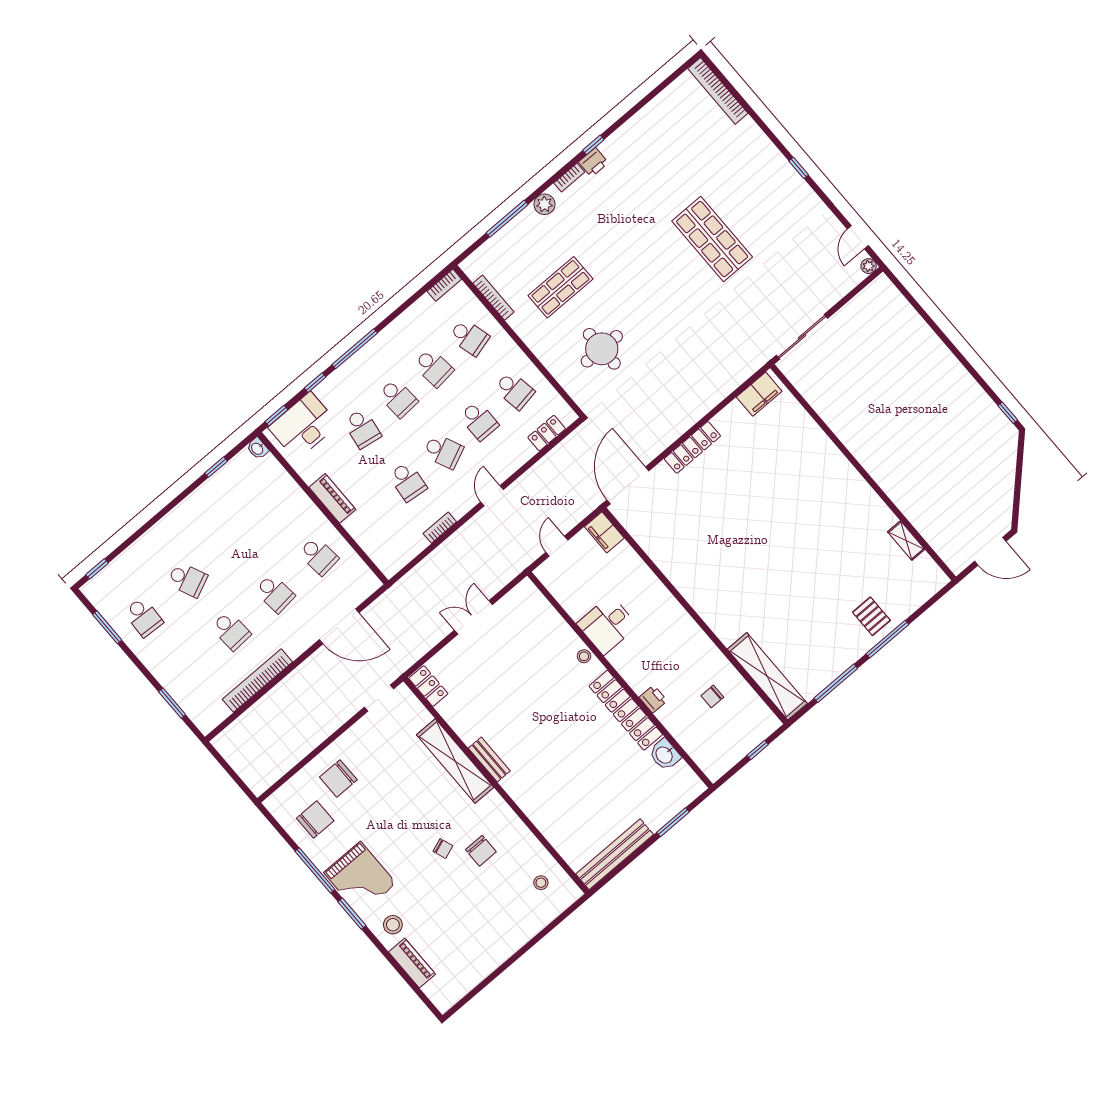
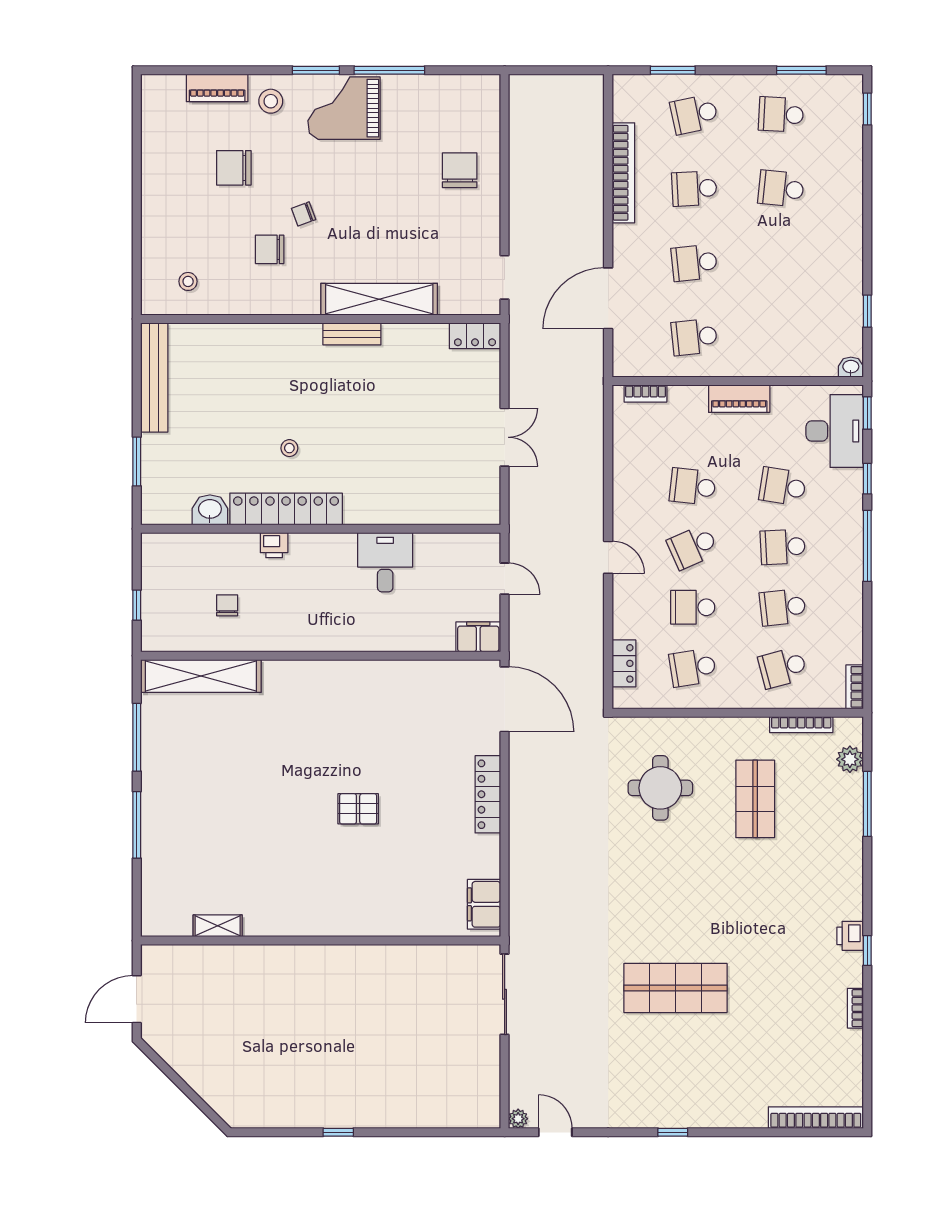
bookcase: (569, 178) -> (855, 1008), moved
plant: (544, 204) -> (850, 759), moved
window: (1008, 413) -> (338, 1132), moved
bookcase: (440, 528) -> (646, 394), moved, turned 90
school desk: (187, 580) -> (781, 189), turned 30
pallet: (871, 616) -> (358, 809), moved
stool: (584, 656) -> (289, 448), moved
school desk: (187, 668) -> (694, 114), added
chair: (315, 819) -> (234, 168), moved, turned 90

